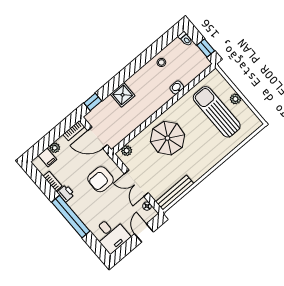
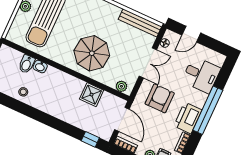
bidet: (184, 77) -> (27, 64), added
shower: (123, 95) -> (92, 95), moved
armchair: (101, 179) -> (160, 98), turned -90
printer: (66, 193) -> (188, 118), width x1.87, depth x1.48
desk: (111, 235) -> (201, 75), moved, turned 90

